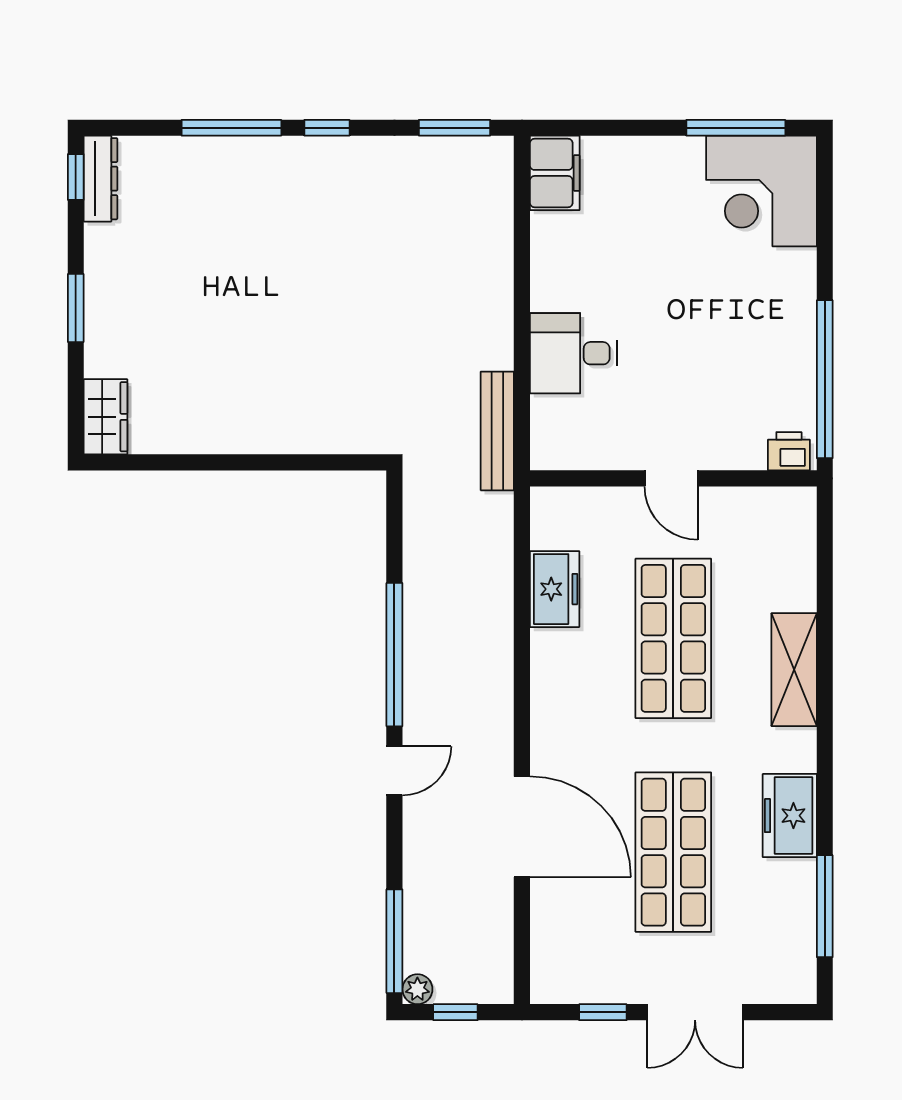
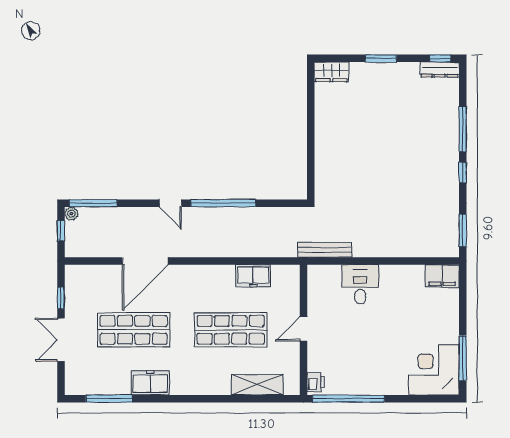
shelving: (794, 670) -> (257, 385), moved

